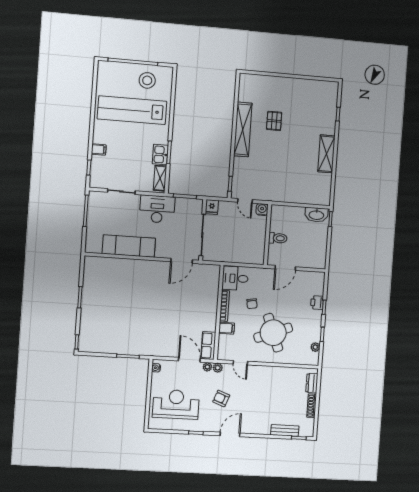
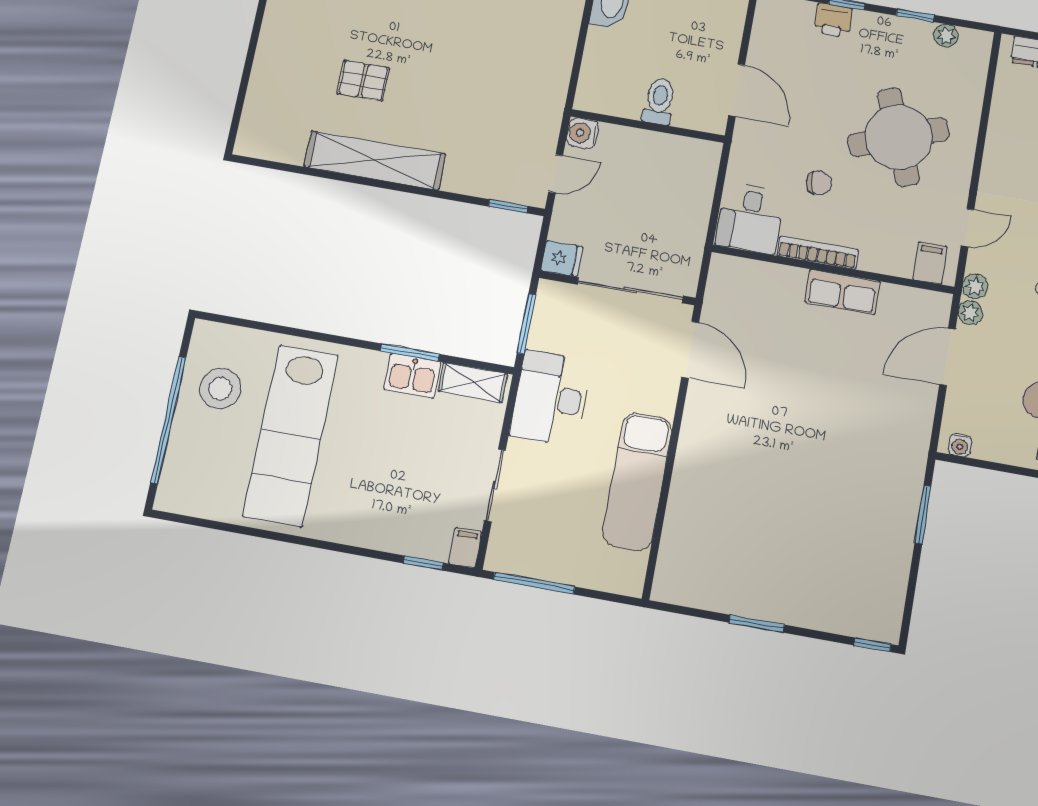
filing cabinet: (99, 150) -> (465, 548), moved
filing cabinet: (227, 328) -> (930, 263), moved
row of seats: (208, 346) -> (843, 292), moved

